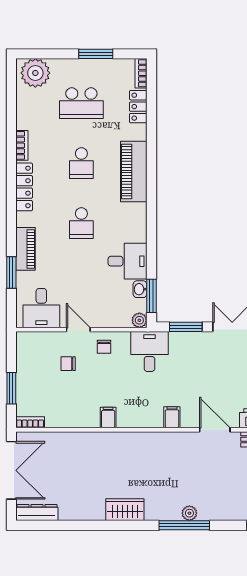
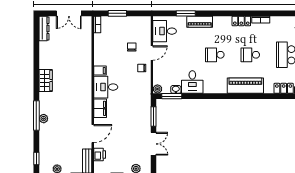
locker: (24, 187) -> (241, 21), width x0.66
desk: (149, 351) -> (106, 87), moved, turned 180
filing cabinet: (172, 417) -> (100, 108), width x2.00
double door: (11, 470) -> (69, 13), width x0.73

